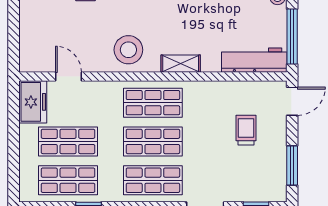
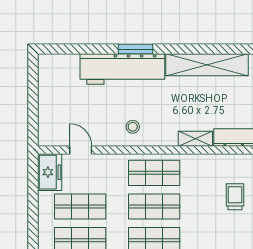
stool: (128, 50) -> (133, 127), width x0.53, depth x0.53
shelving: (181, 64) -> (195, 139), moved

